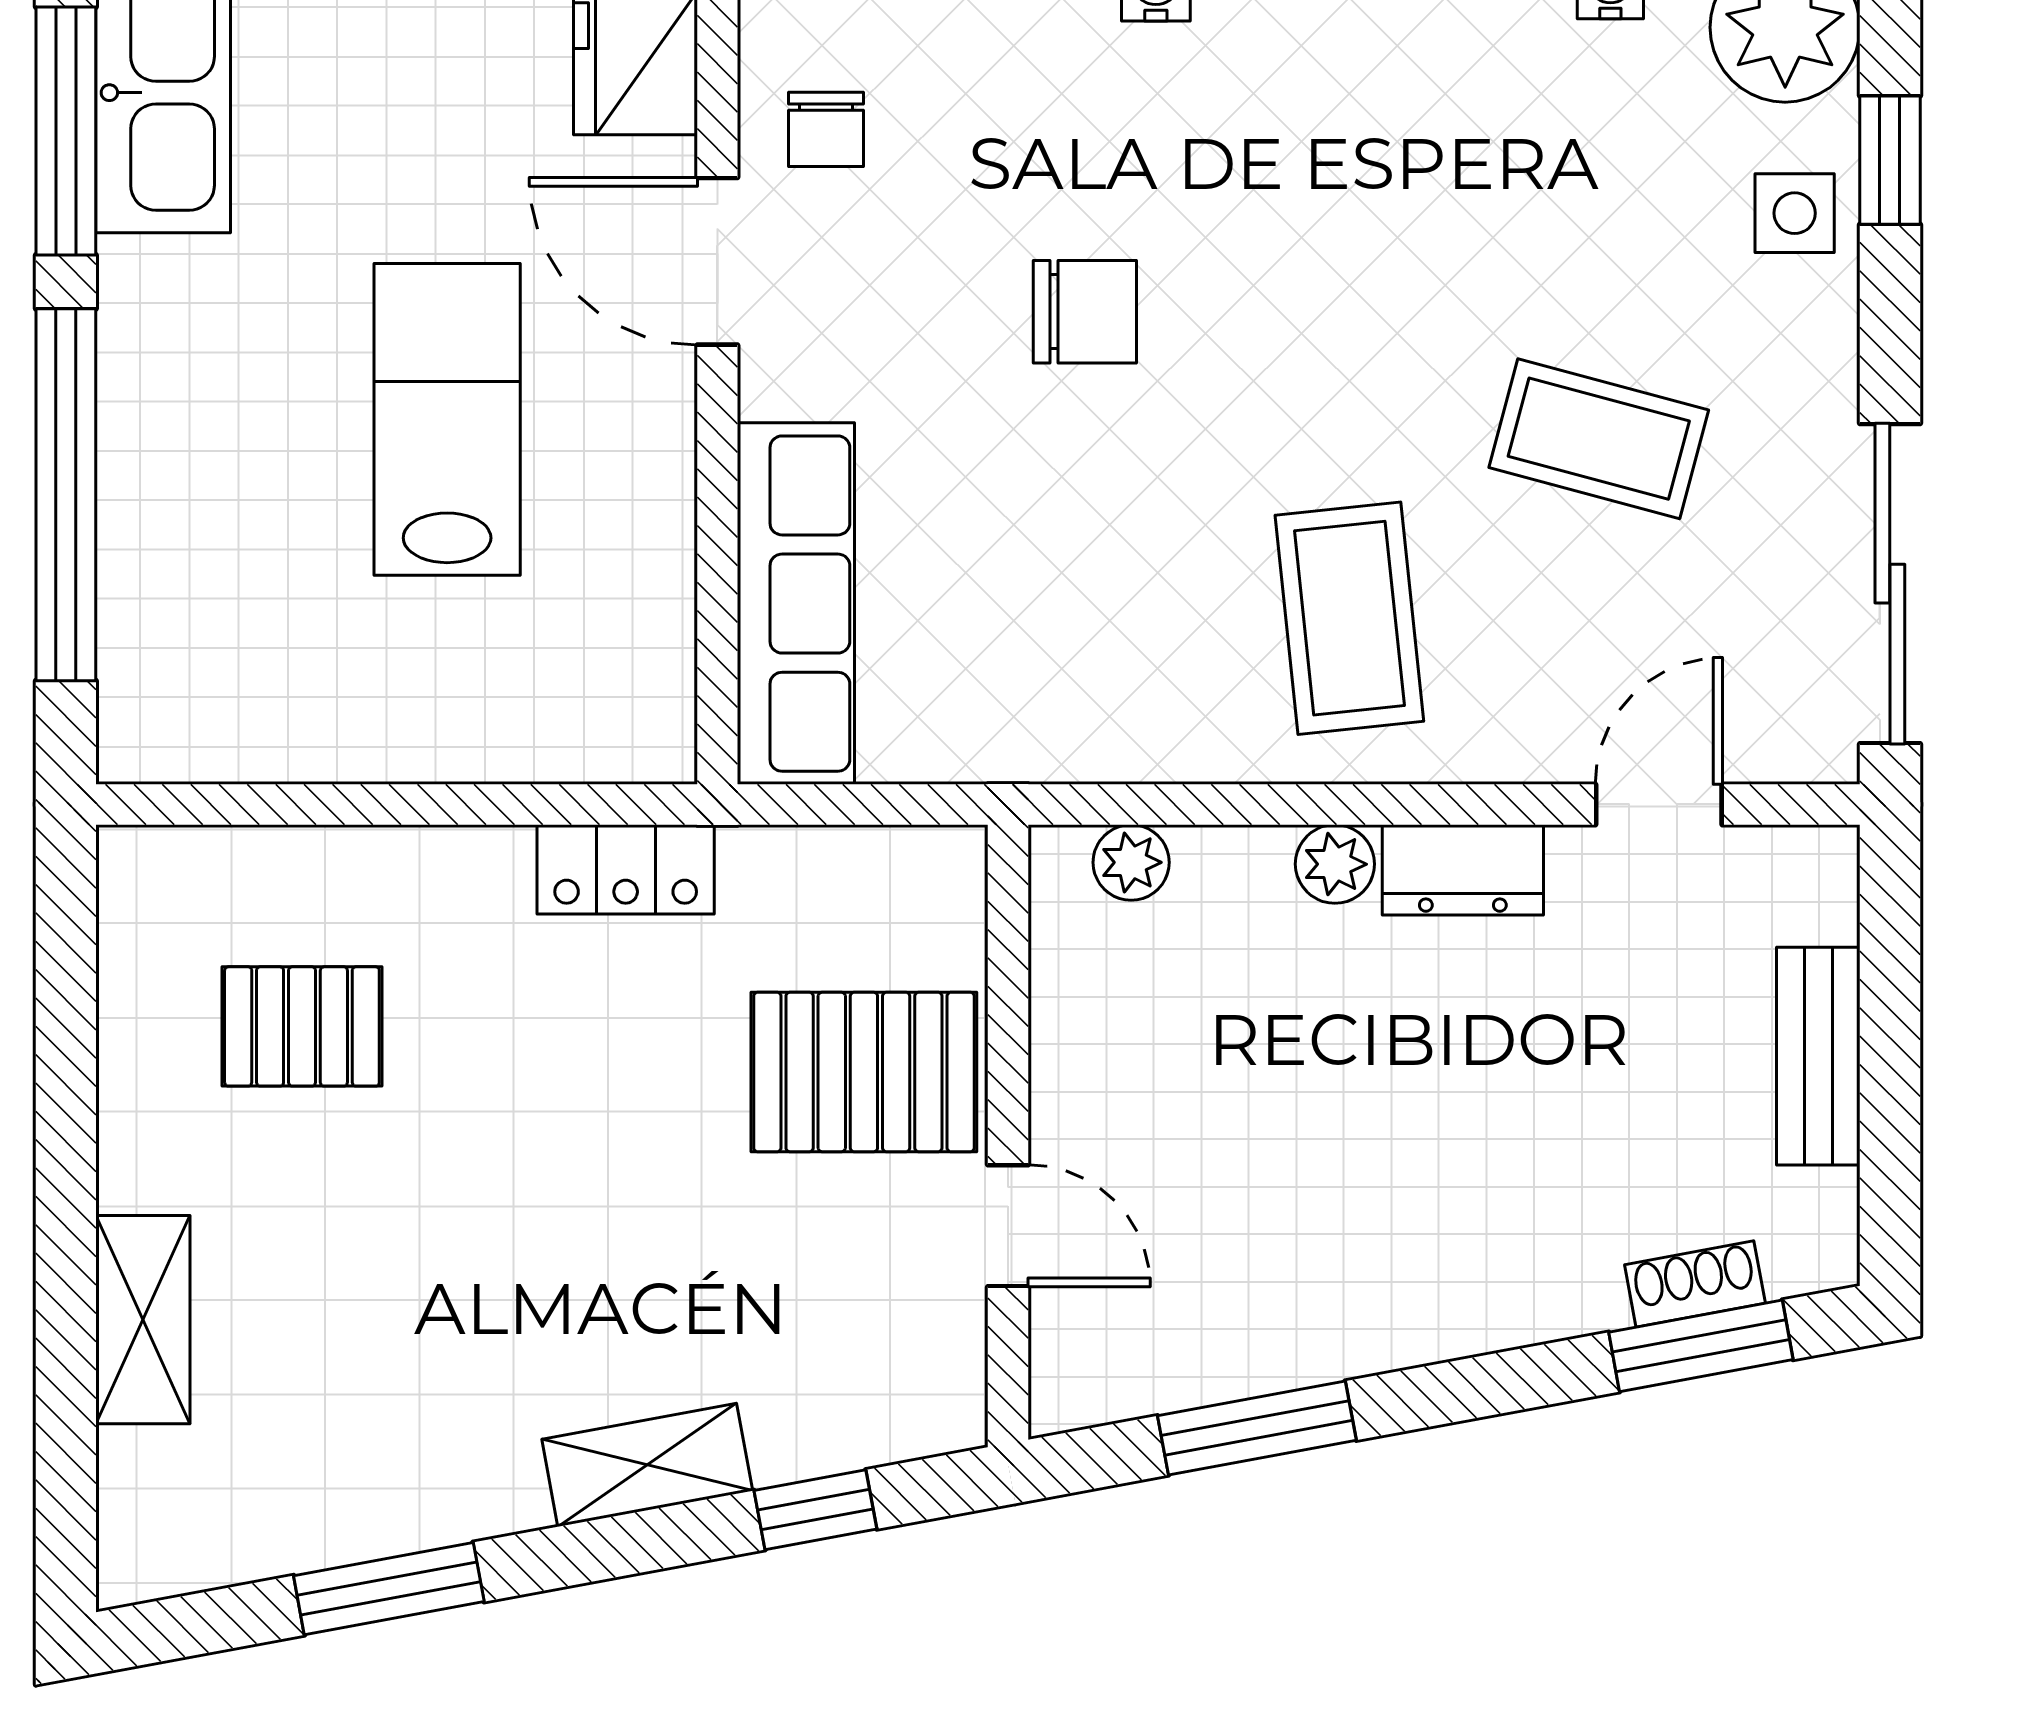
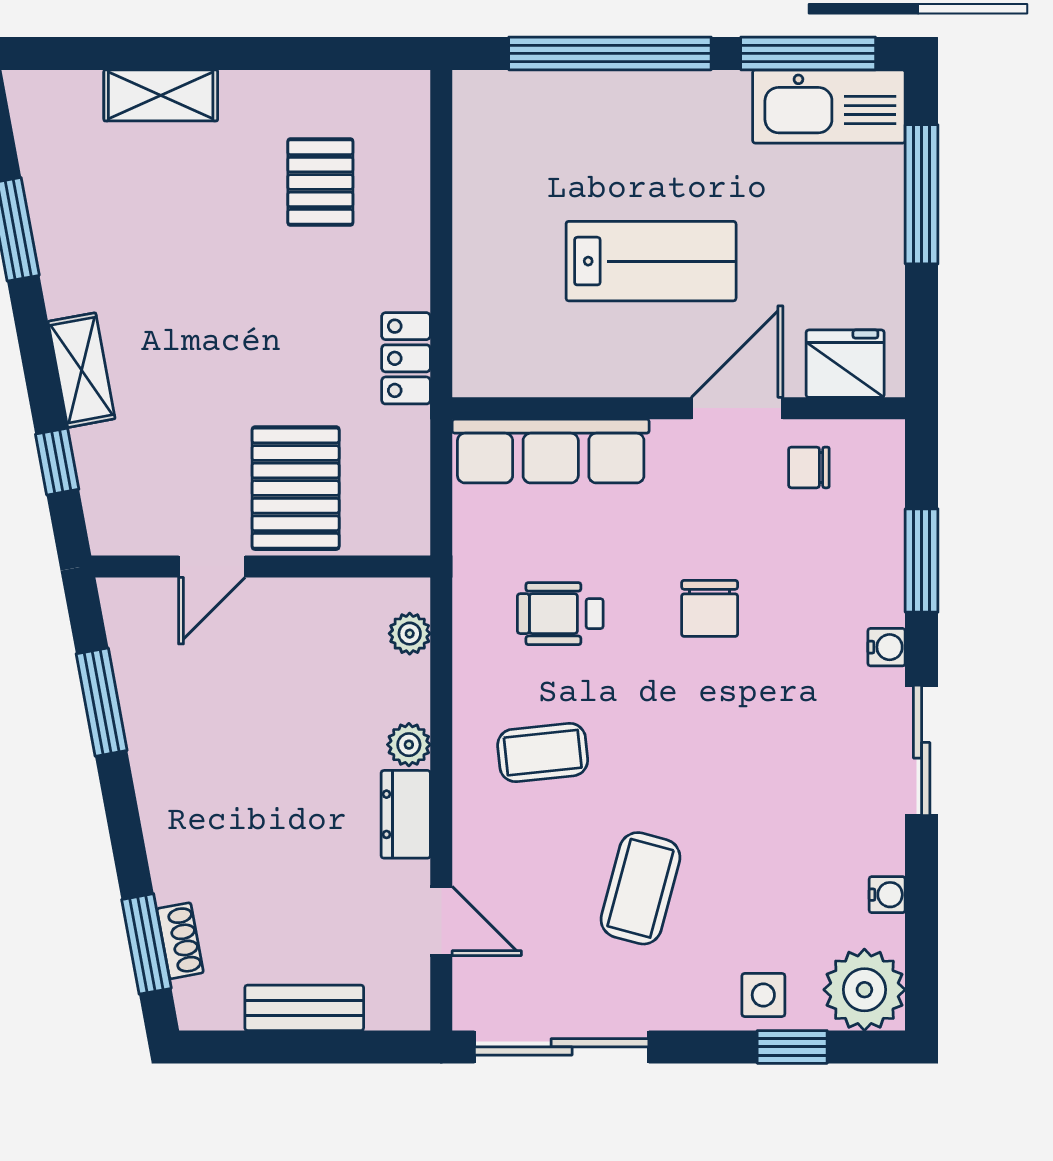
wheelchair: (1094, 586) -> (560, 614), added
coffee table: (1349, 618) -> (543, 753), width x0.73, depth x0.77

